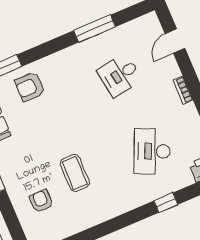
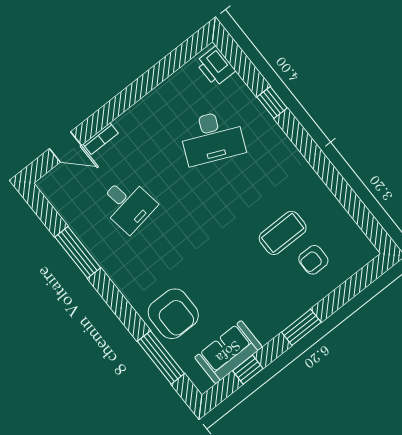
armchair: (30, 87) -> (173, 314), width x1.36, depth x1.36
bookcase: (183, 90) -> (101, 139), moved
coffee table: (75, 173) -> (283, 233), moved

